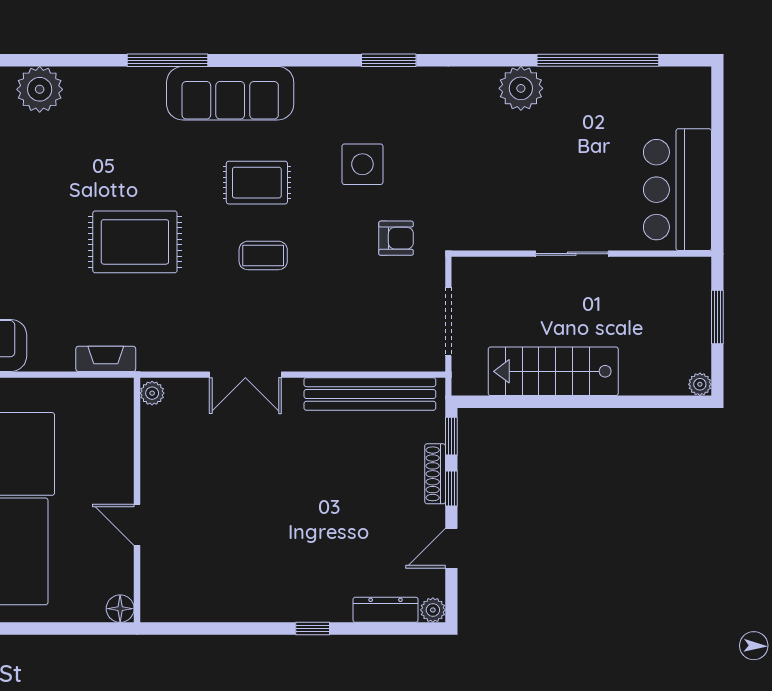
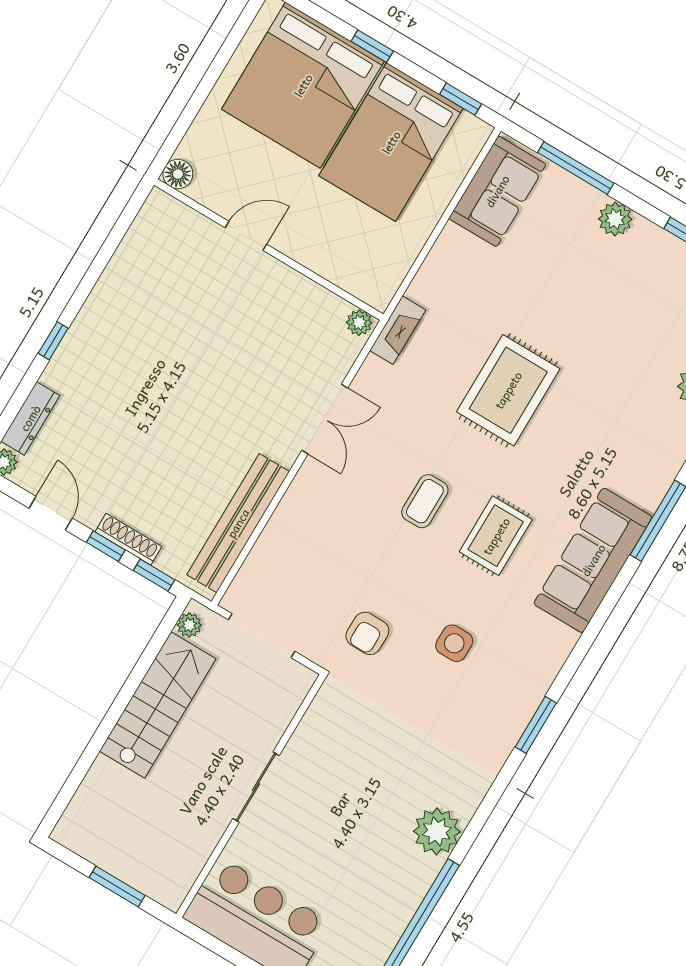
side table: (362, 164) -> (454, 643), width x0.73, depth x0.73
fireplace: (106, 359) -> (398, 330), moved
double door: (245, 375) -> (325, 419), swing flipped
plant: (700, 384) -> (189, 625), moved

